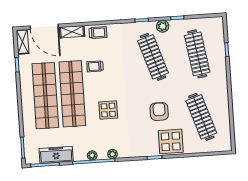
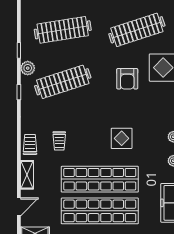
door: (44, 27) -> (19, 207), width x0.53
trolley: (95, 66) -> (59, 141), moved
armchair: (159, 112) -> (127, 79), turned -90

